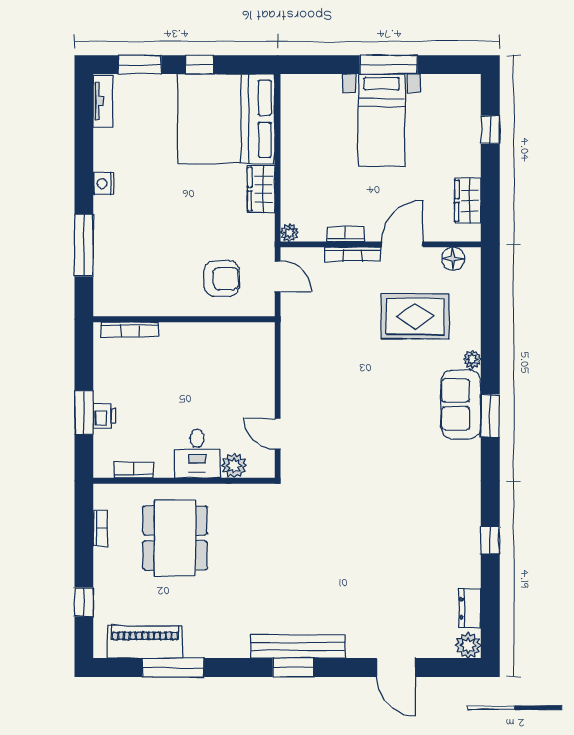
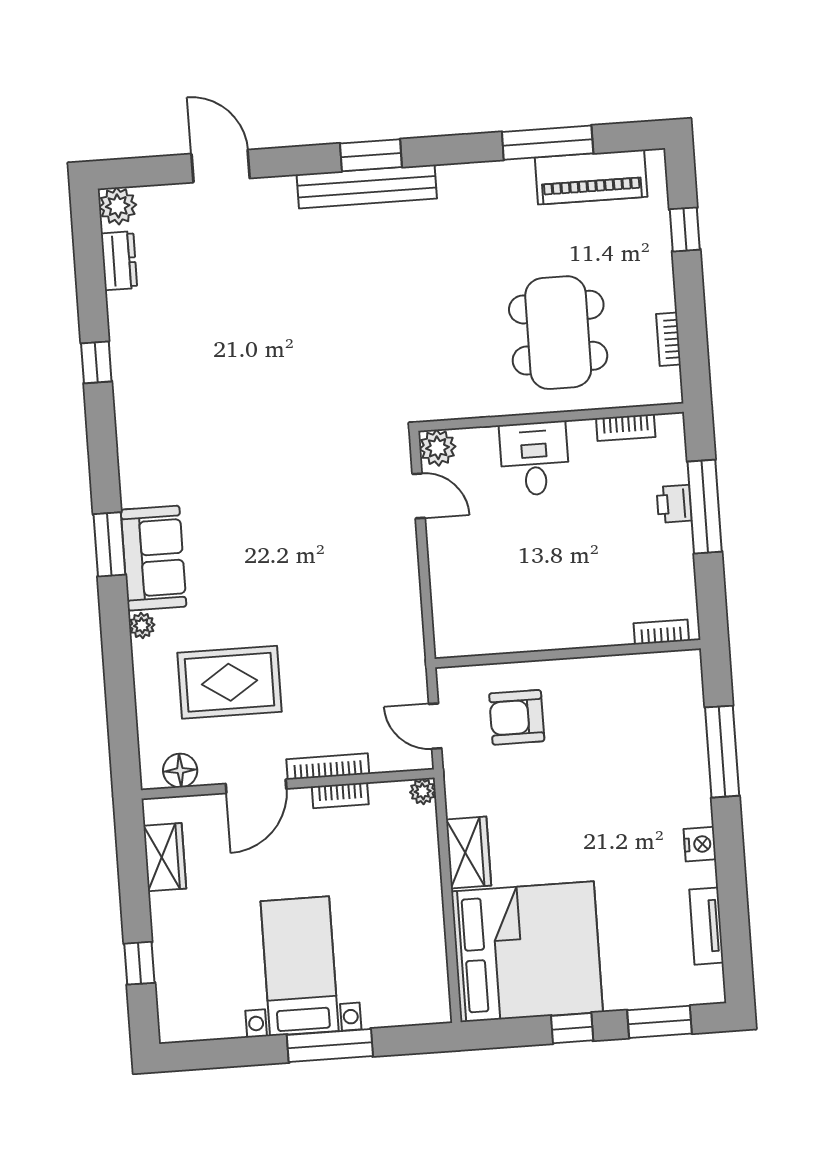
window: (389, 65) -> (330, 1045), moved
tv unit: (103, 101) -> (706, 926), moved
bookcase: (130, 329) -> (661, 632), width x0.64
window: (84, 413) -> (705, 507), width x1.44
plant: (234, 466) -> (438, 448), moved

